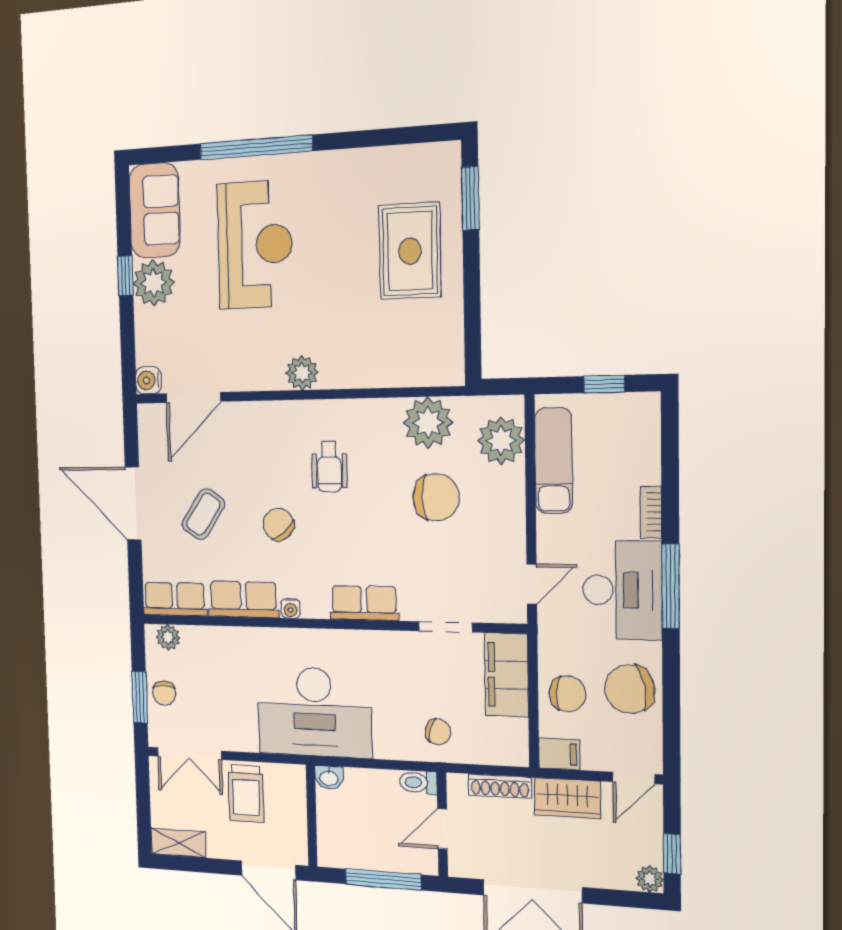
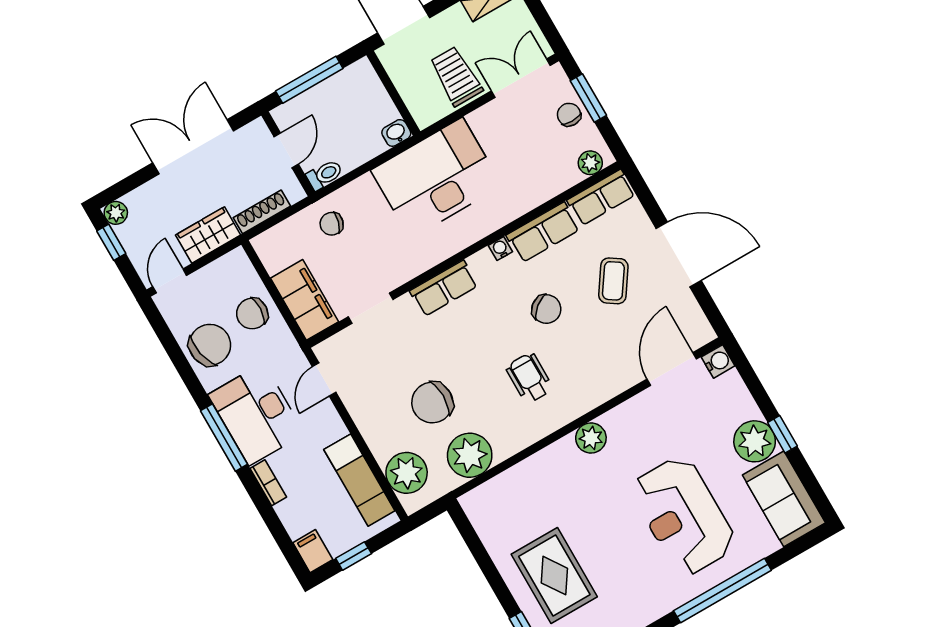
filing cabinet: (559, 754) -> (313, 551), moved, turned 90

